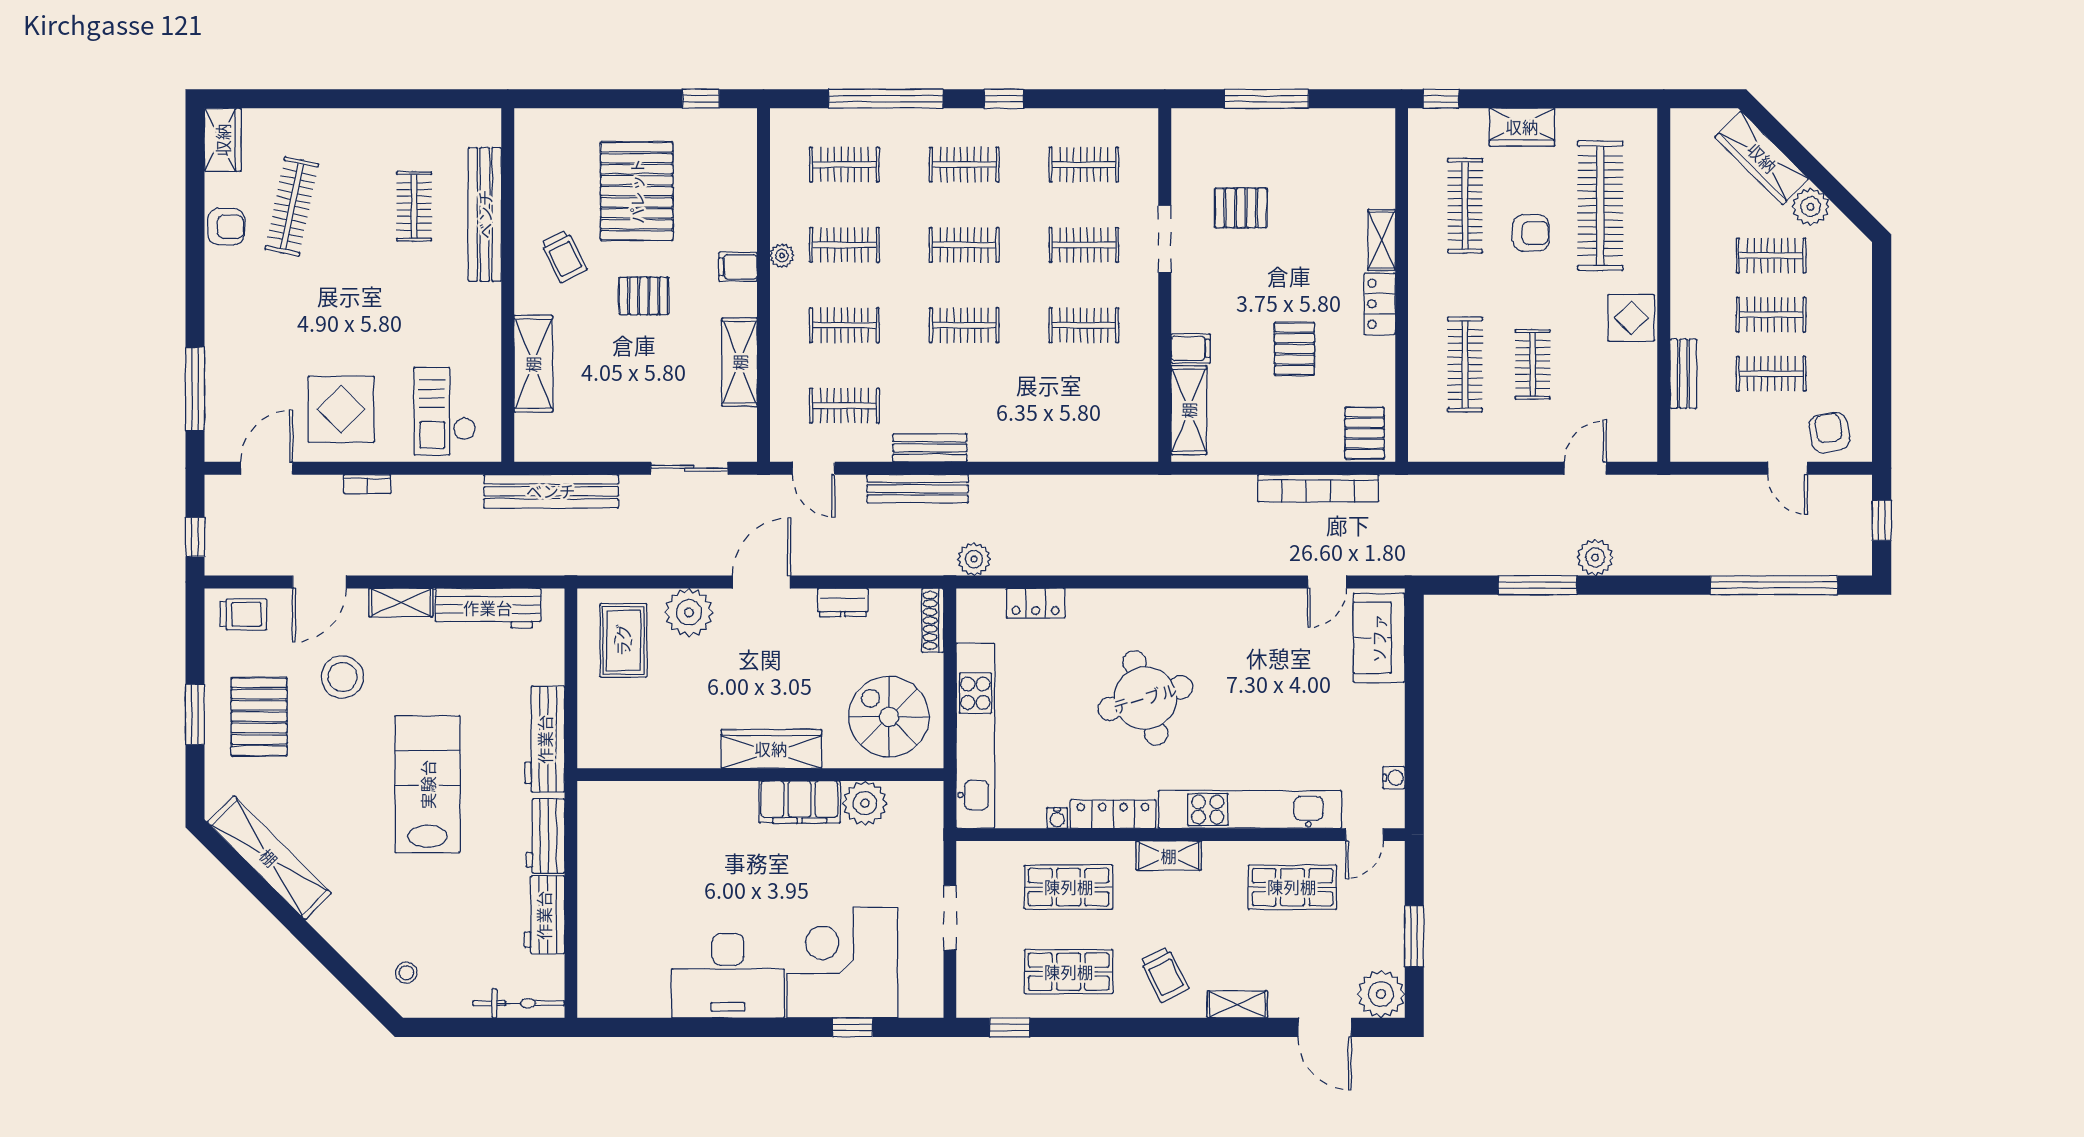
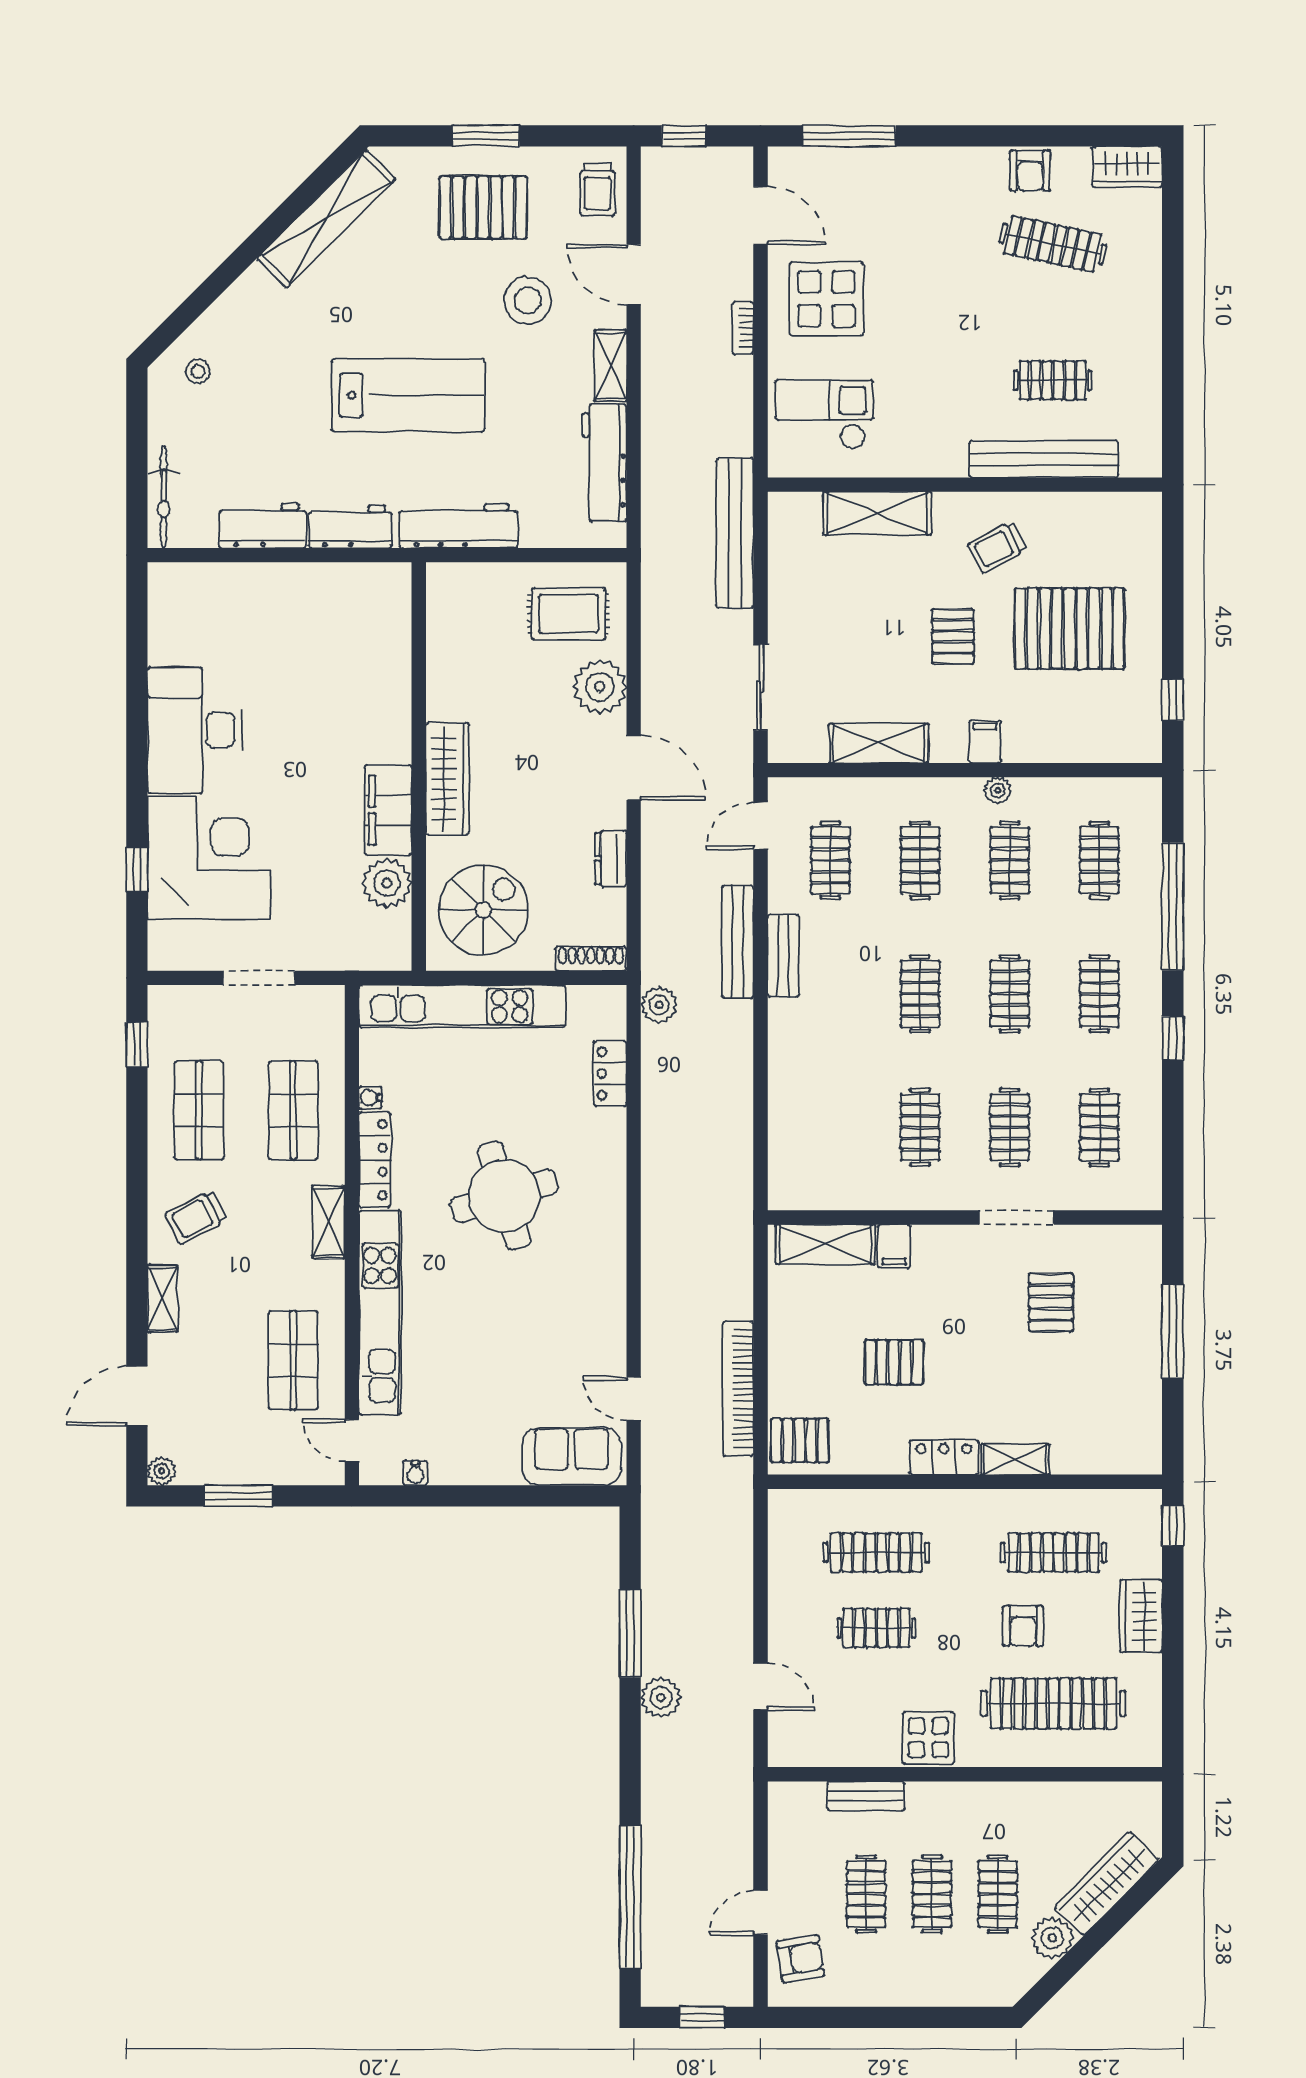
plant: (1381, 994) -> (162, 1471), width x0.53, depth x0.53

